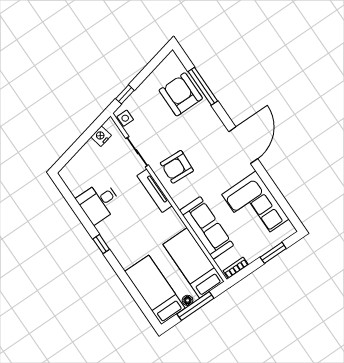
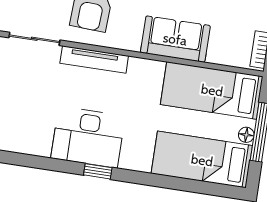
desk: (99, 202) -> (88, 137), moved, width x1.37
sofa: (207, 228) -> (175, 39), width x0.73

